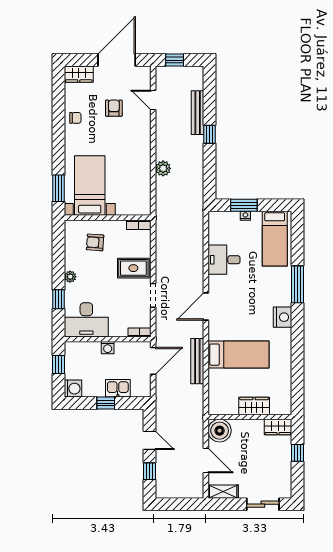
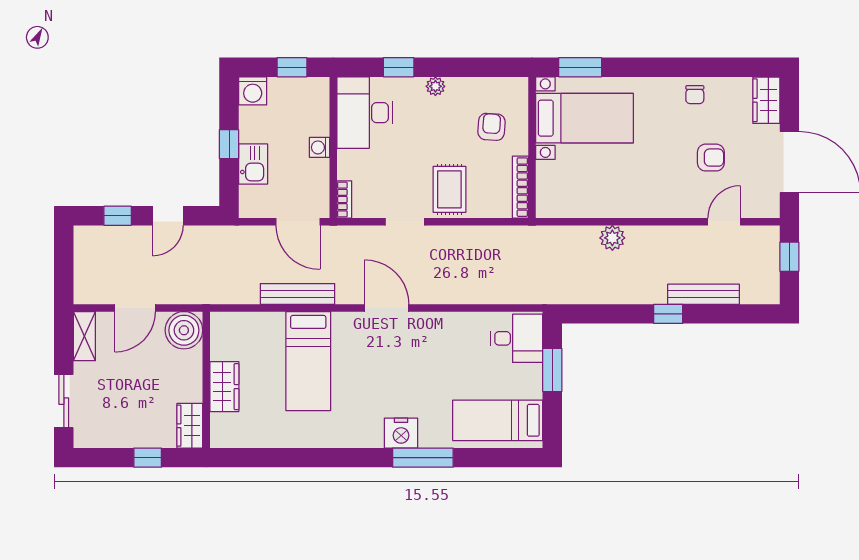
nightstand: (245, 216) -> (535, 372), removed
bookcase: (139, 225) -> (520, 187), width x1.56
desk: (224, 260) -> (517, 338), moved, turned 90
nightstand: (283, 317) -> (401, 433), moved

